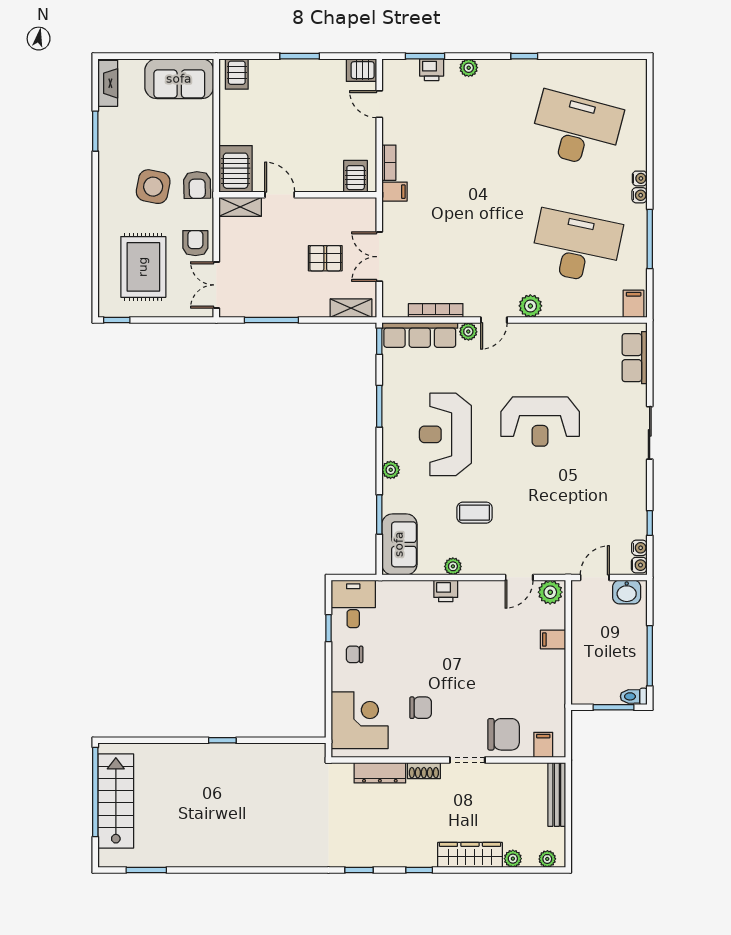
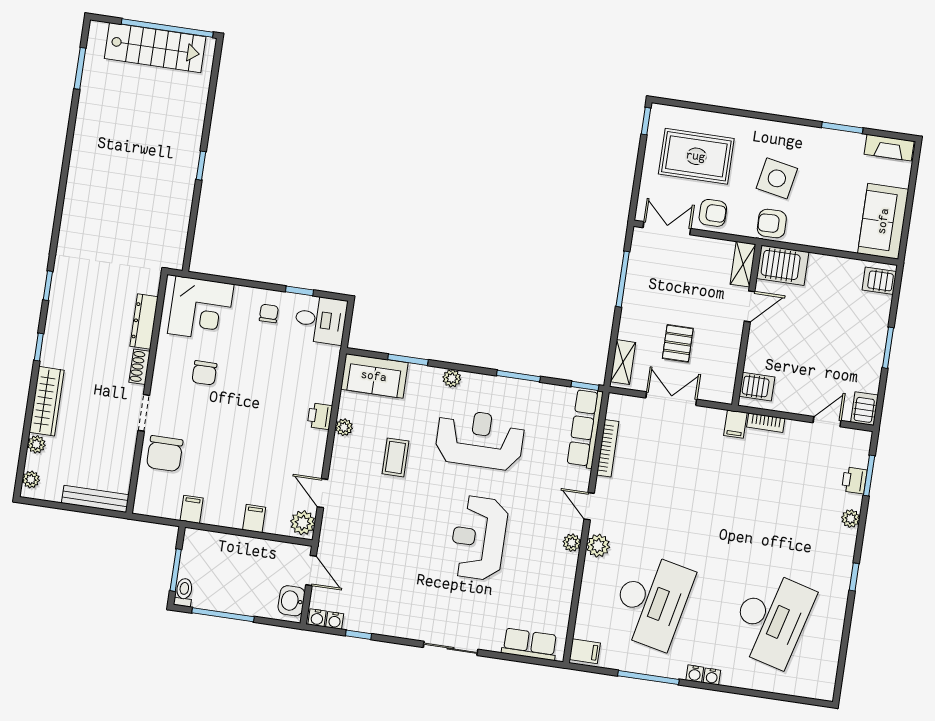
plant: (468, 332) -> (572, 543), moved
filing cabinet: (543, 745) -> (192, 509), moved, turned -90

